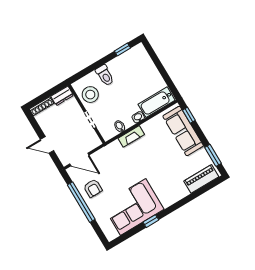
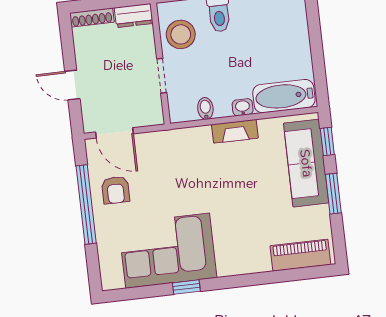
fireplace: (131, 136) -> (235, 131), moved
window: (213, 155) -> (333, 194), moved

